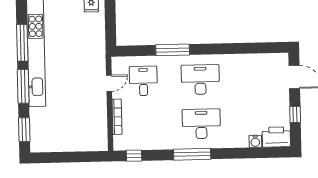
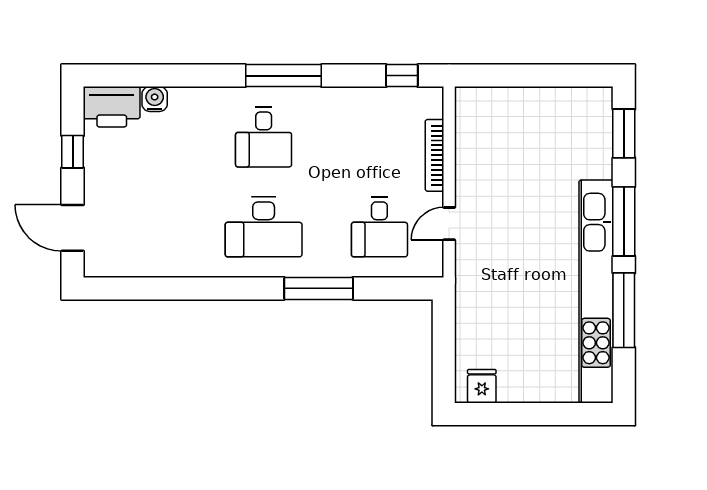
desk: (201, 124) -> (264, 137), width x0.73

